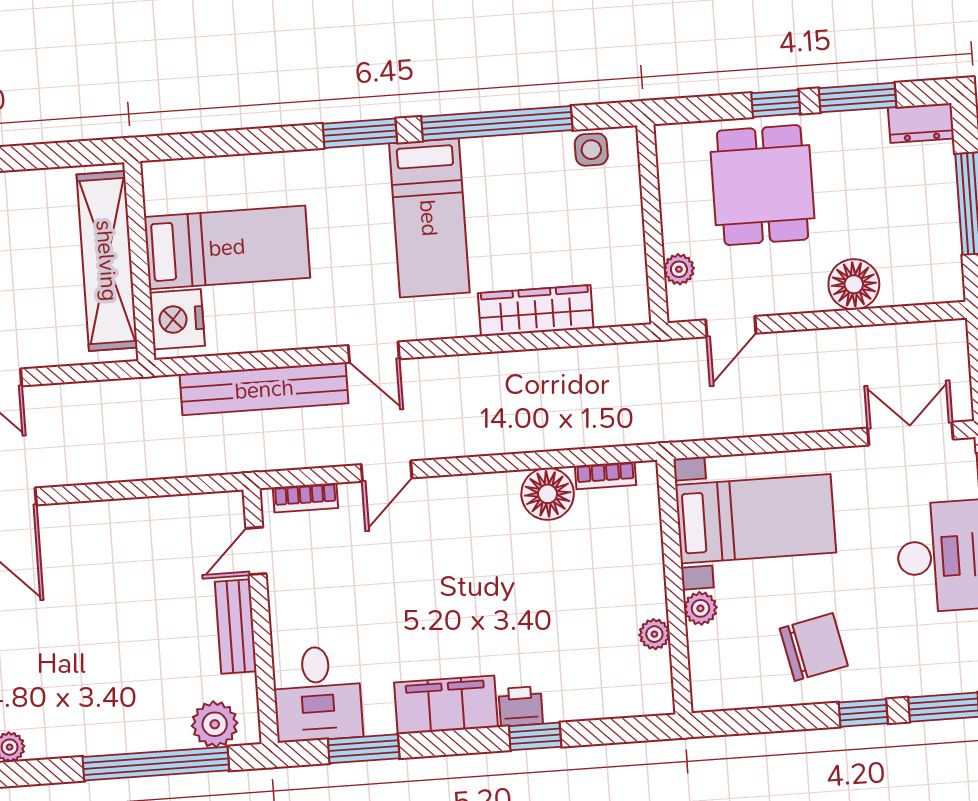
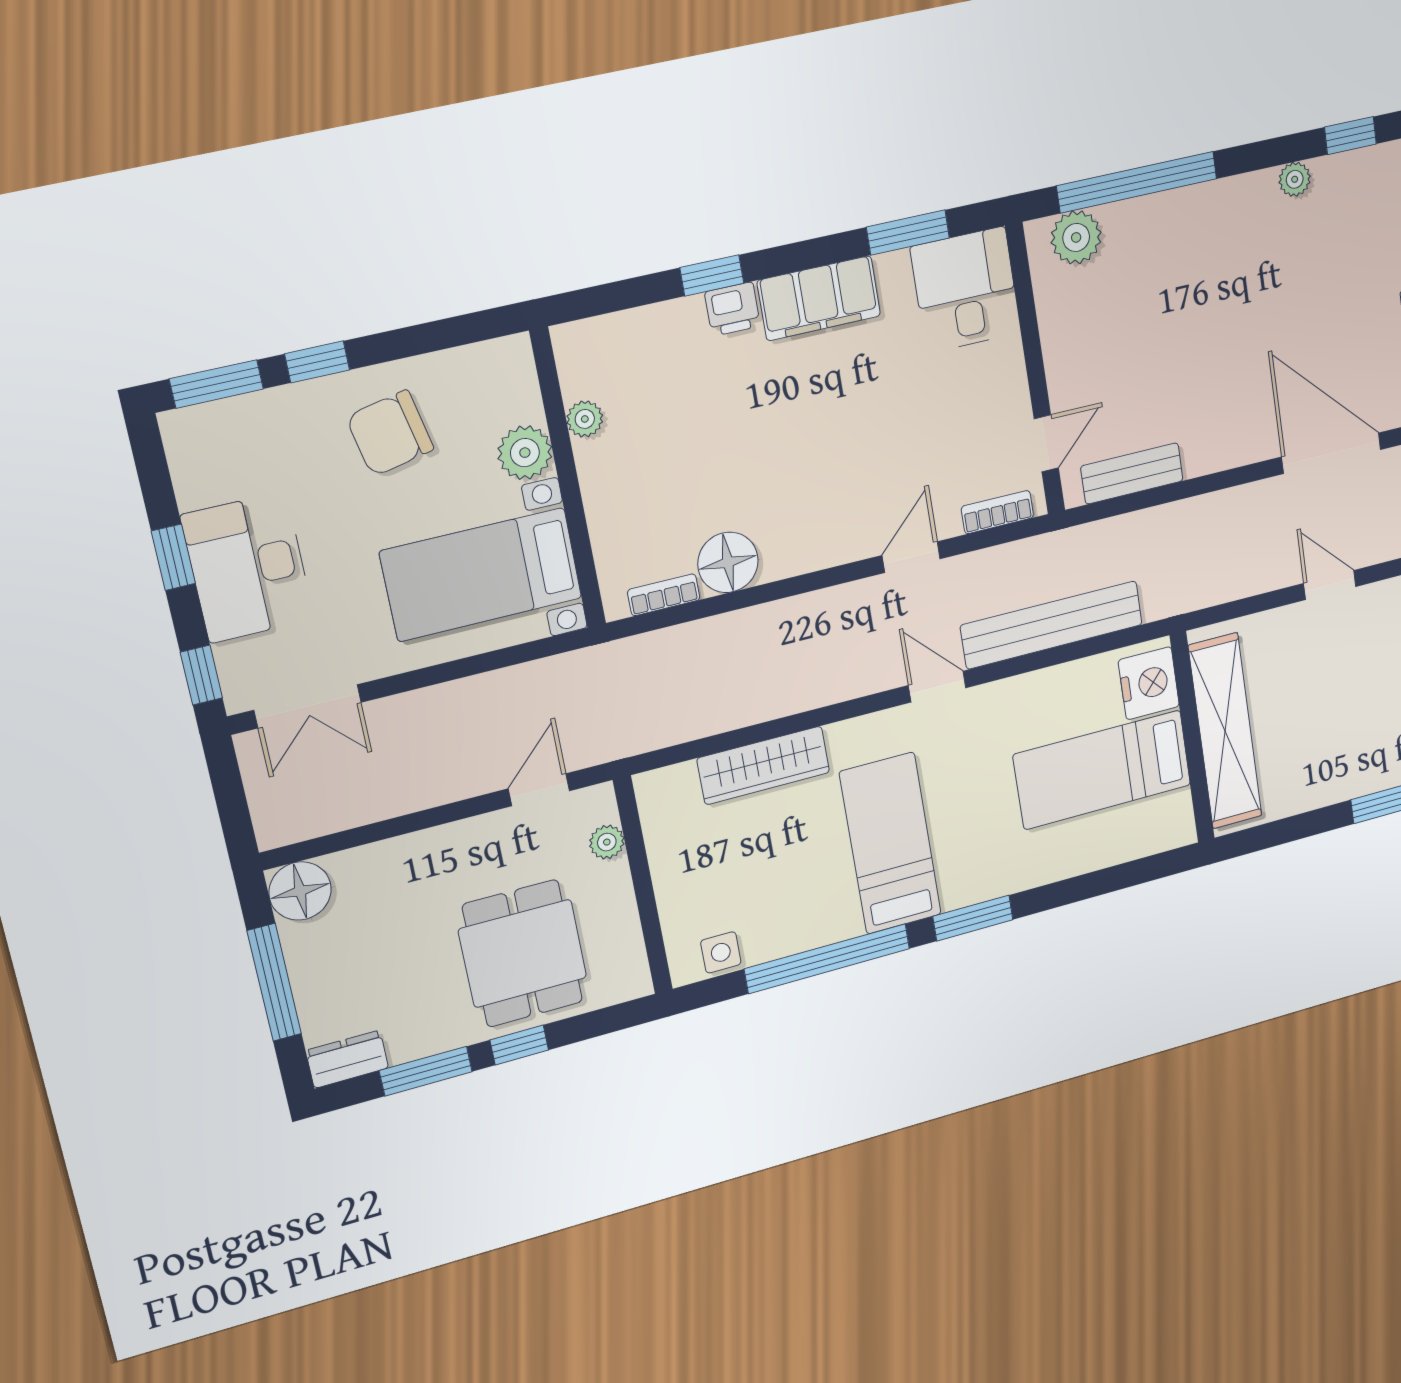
floor lamp: (854, 284) -> (300, 891), moved
plant: (700, 608) -> (525, 453), width x1.38, depth x1.38
bench: (236, 627) -> (1132, 473), moved, turned 90

